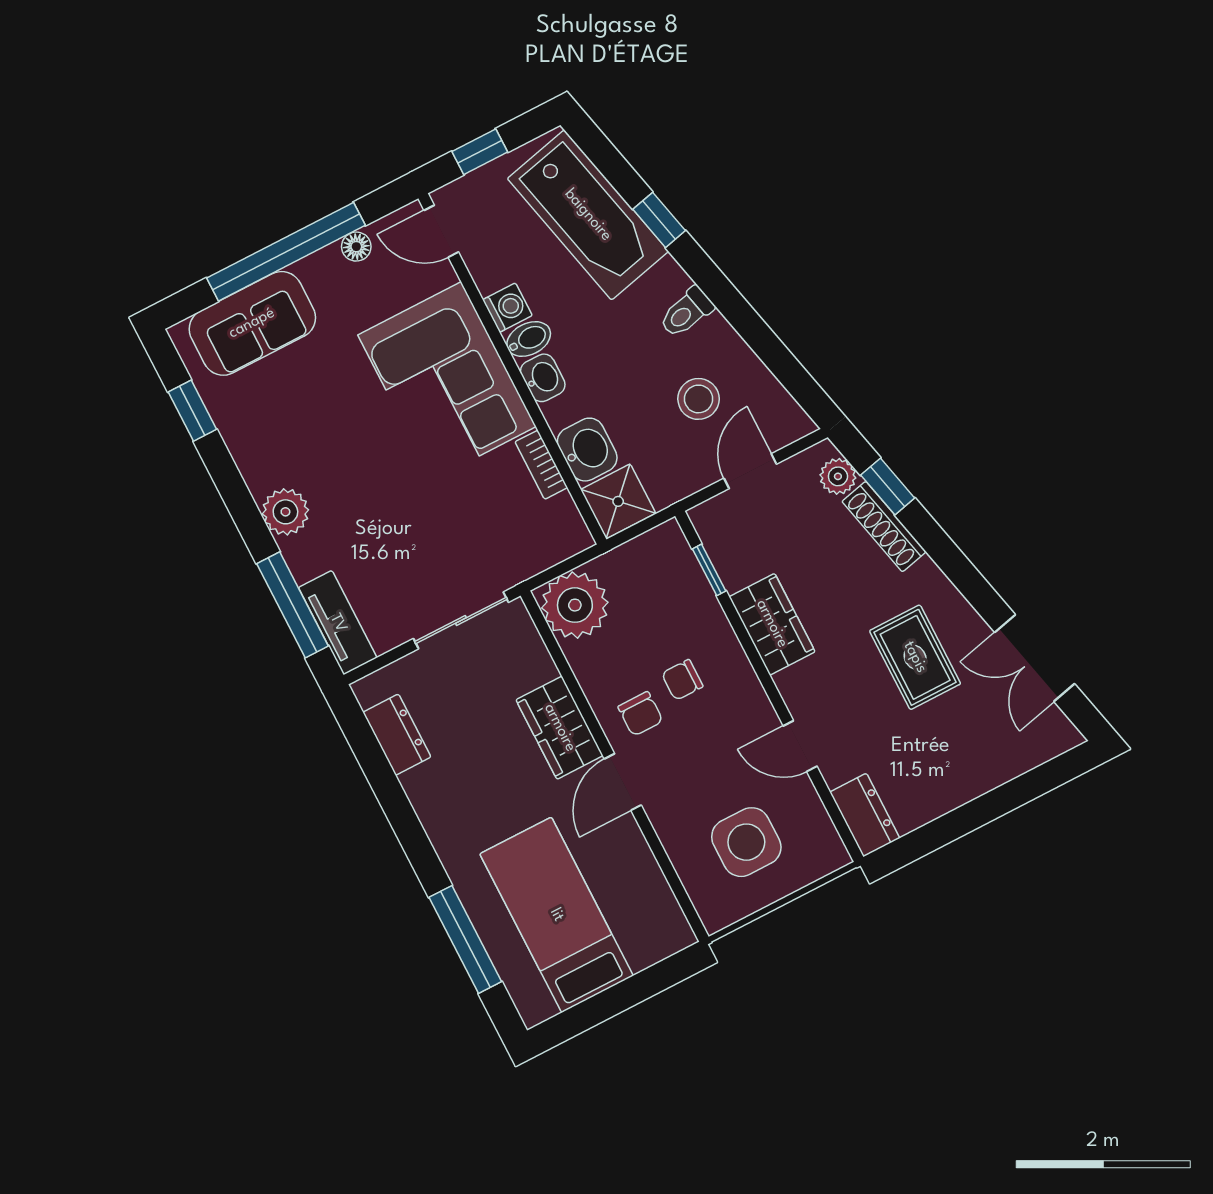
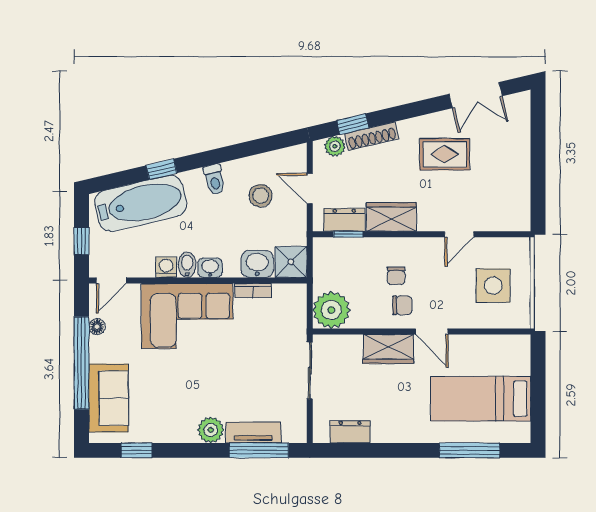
tv unit: (338, 623) -> (253, 432), moved
dresser: (865, 815) -> (344, 220), moved

